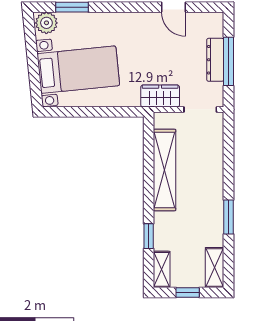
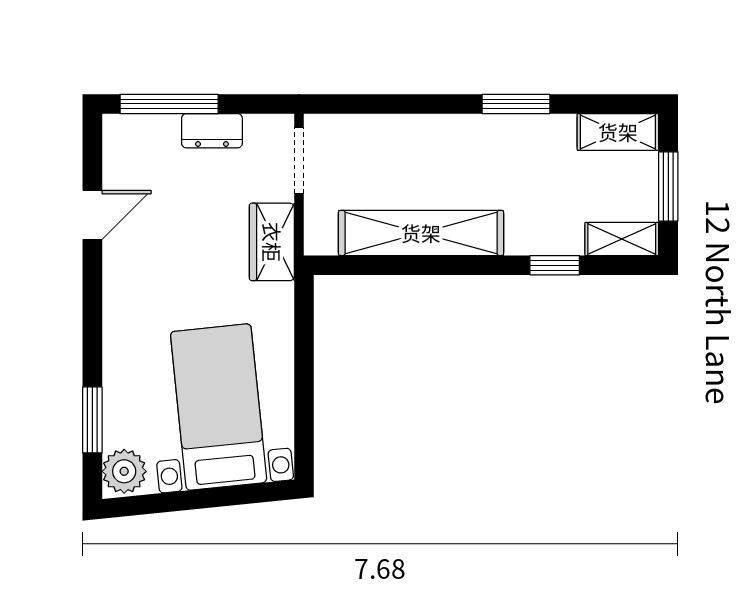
dresser: (215, 60) -> (212, 131), width x0.70
window: (228, 61) -> (169, 104), moved
window: (188, 292) -> (668, 186), width x1.50

